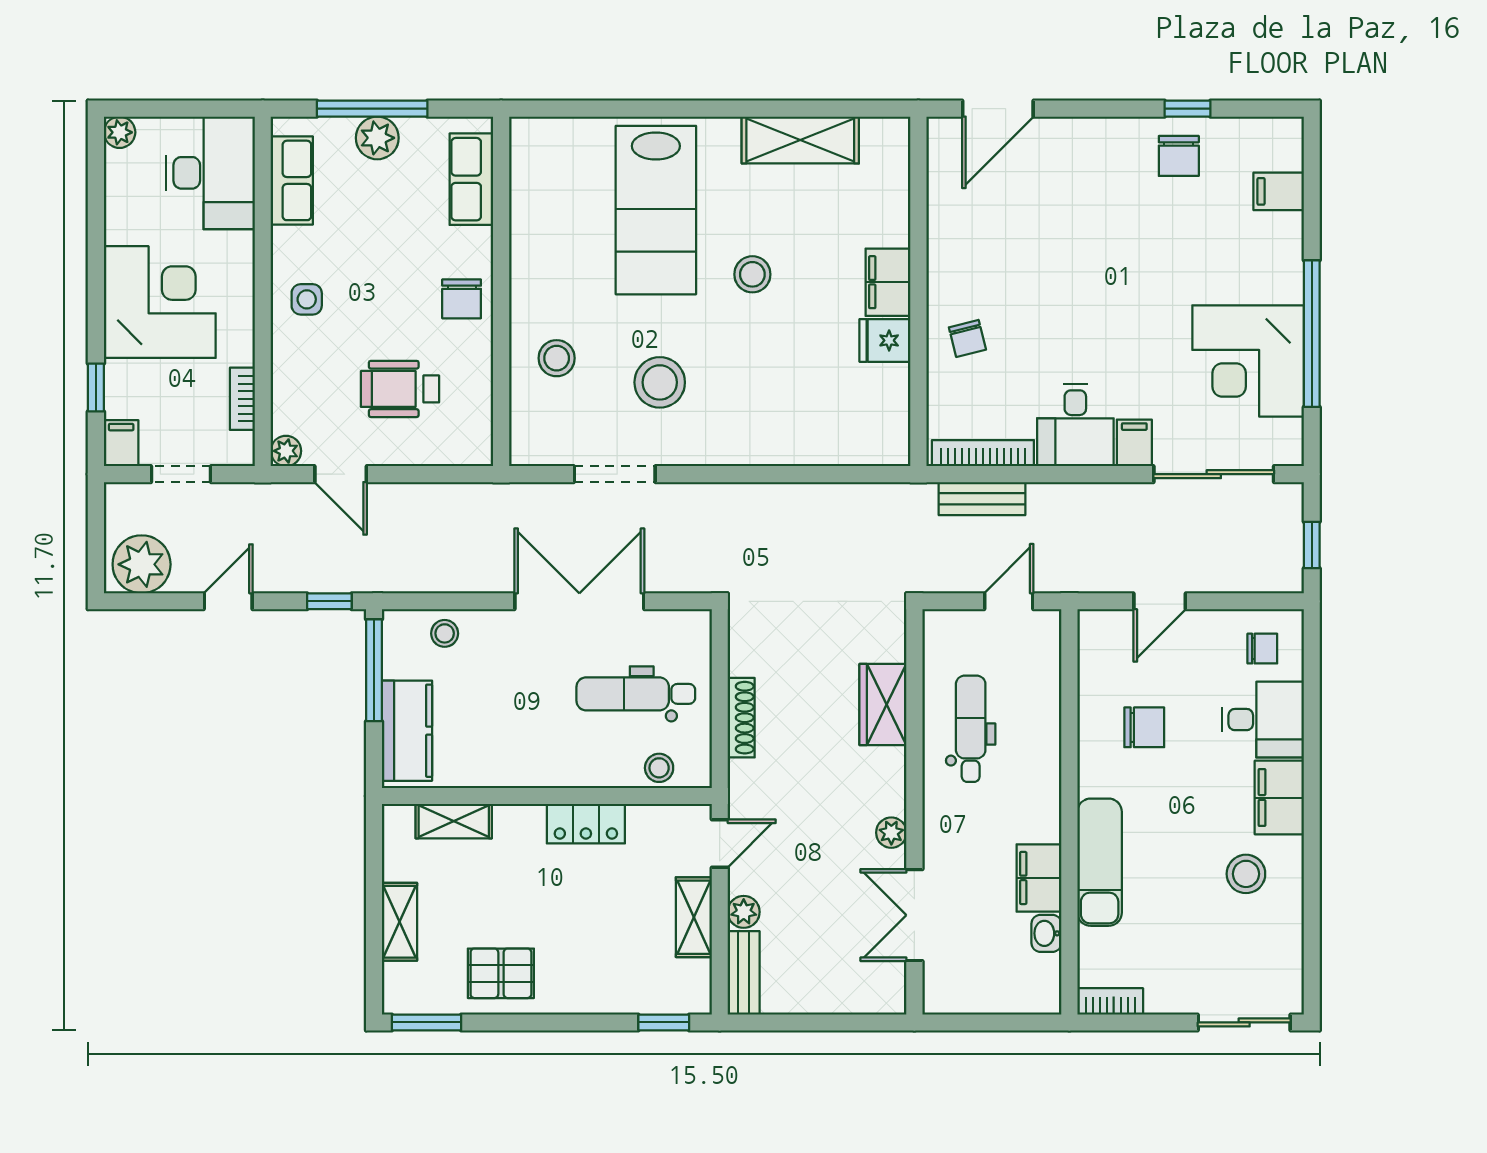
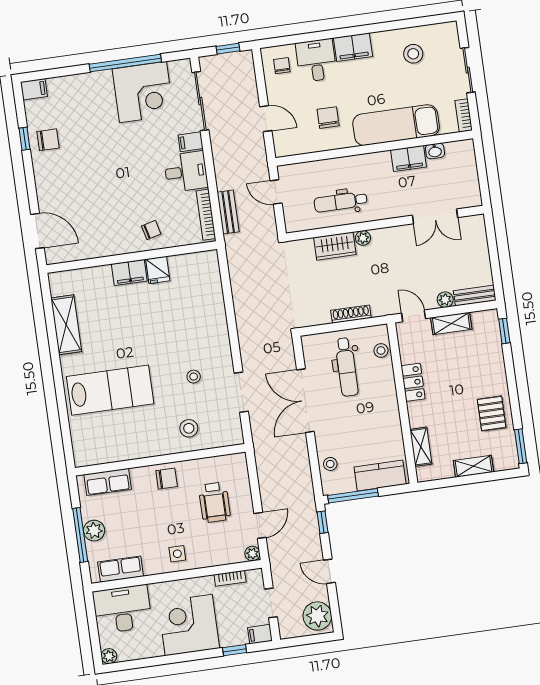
filing cabinet: (1279, 191) -> (34, 89), moved, turned -90
stool: (752, 274) -> (135, 339), removed
stool: (660, 382) -> (194, 377), width x0.53, depth x0.53
plant: (891, 833) -> (363, 238), moved
exam couch: (1100, 862) -> (396, 125), width x1.36, depth x1.45
stool: (1246, 874) -> (413, 54), moved
sliding door: (1244, 1022) -> (468, 70), moved

